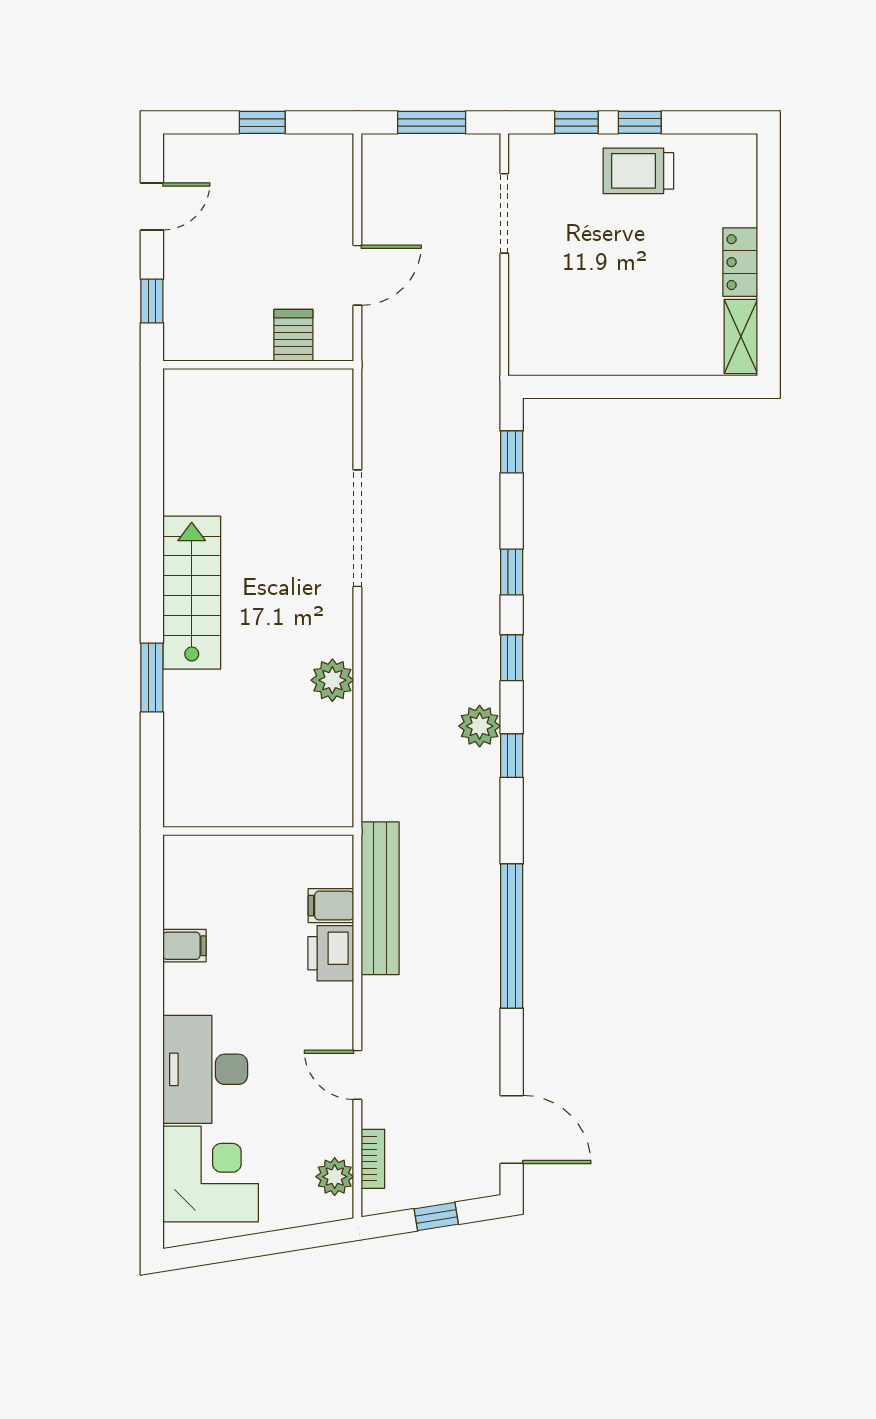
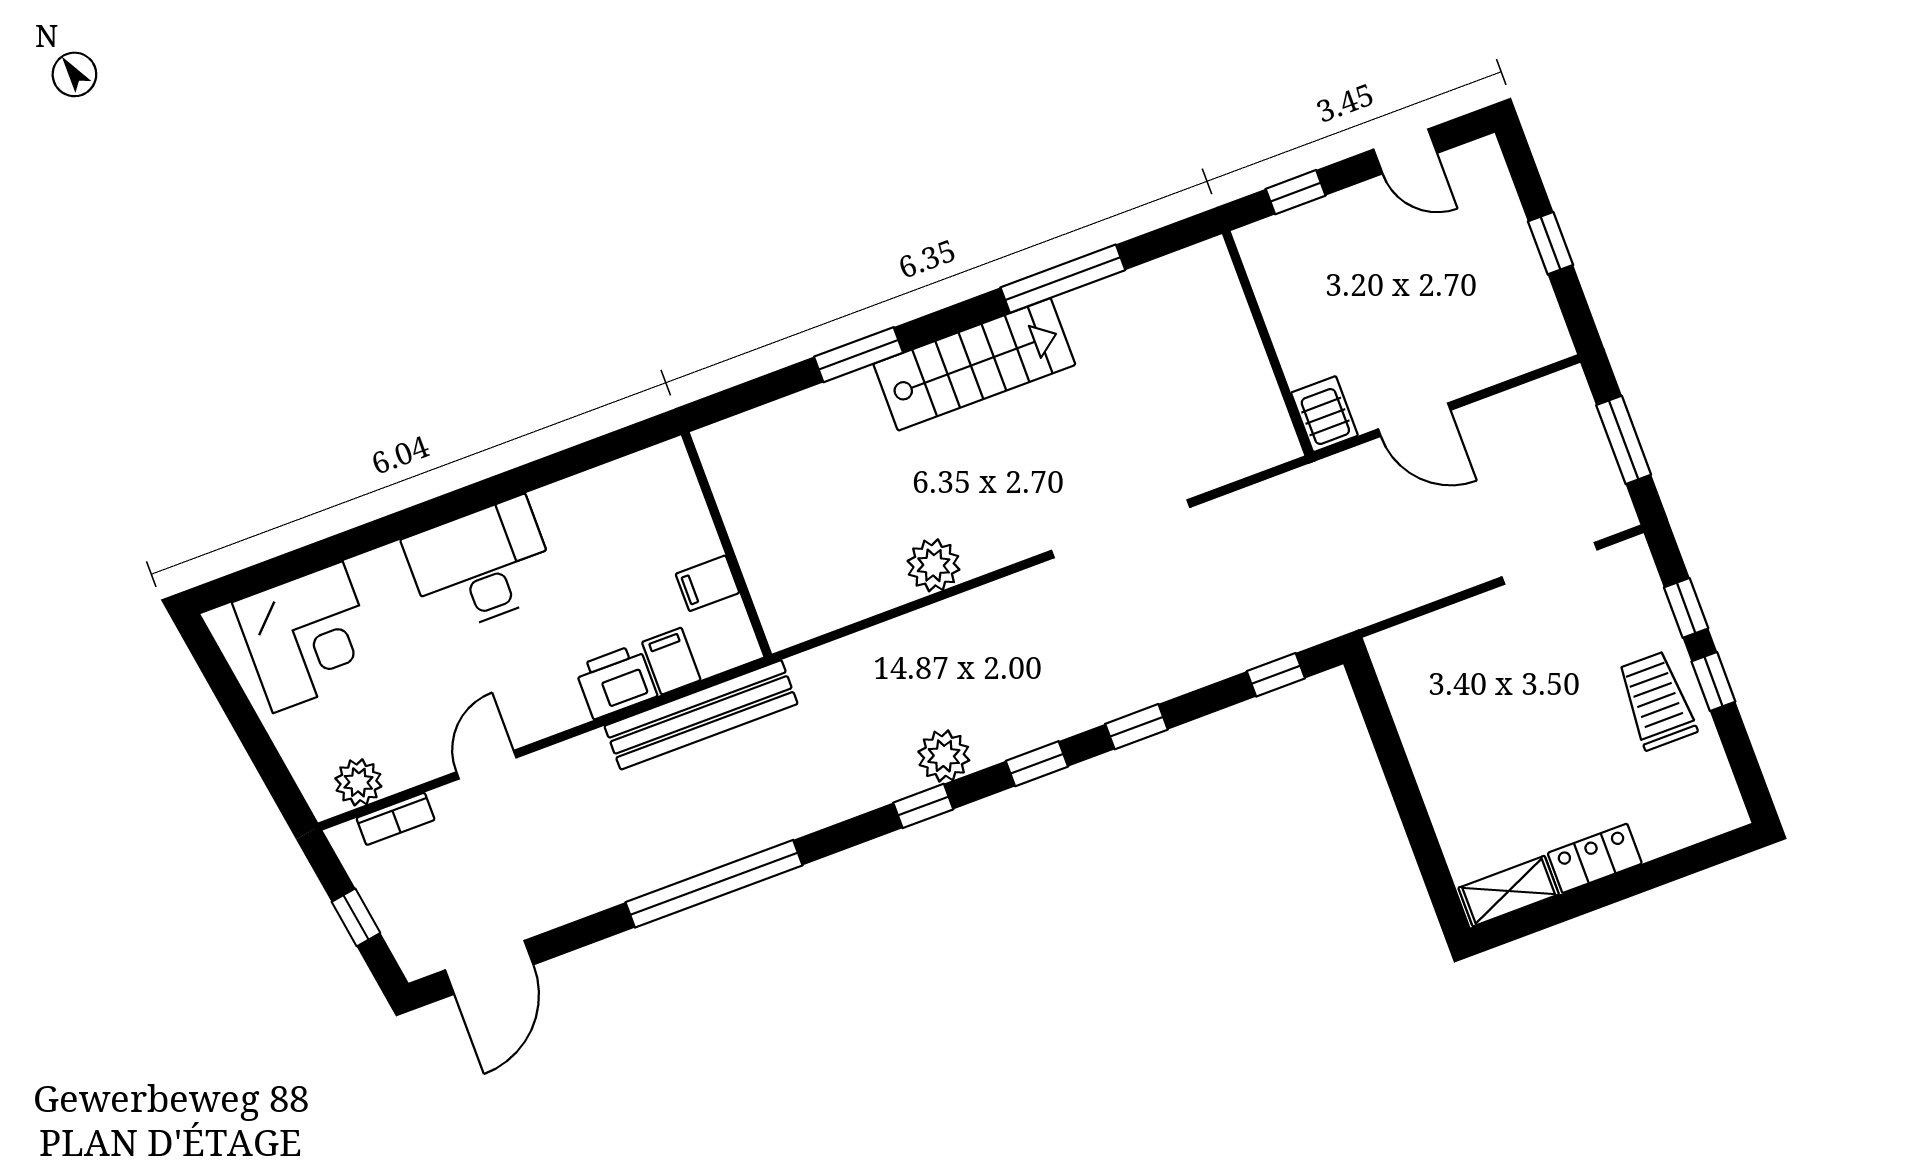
server rack: (293, 335) -> (1324, 414), moved, turned -90
window: (152, 502) -> (1063, 279), added
filing cabinet: (184, 946) -> (707, 583), moved, turned 90
desk: (205, 1069) -> (481, 566), moved

